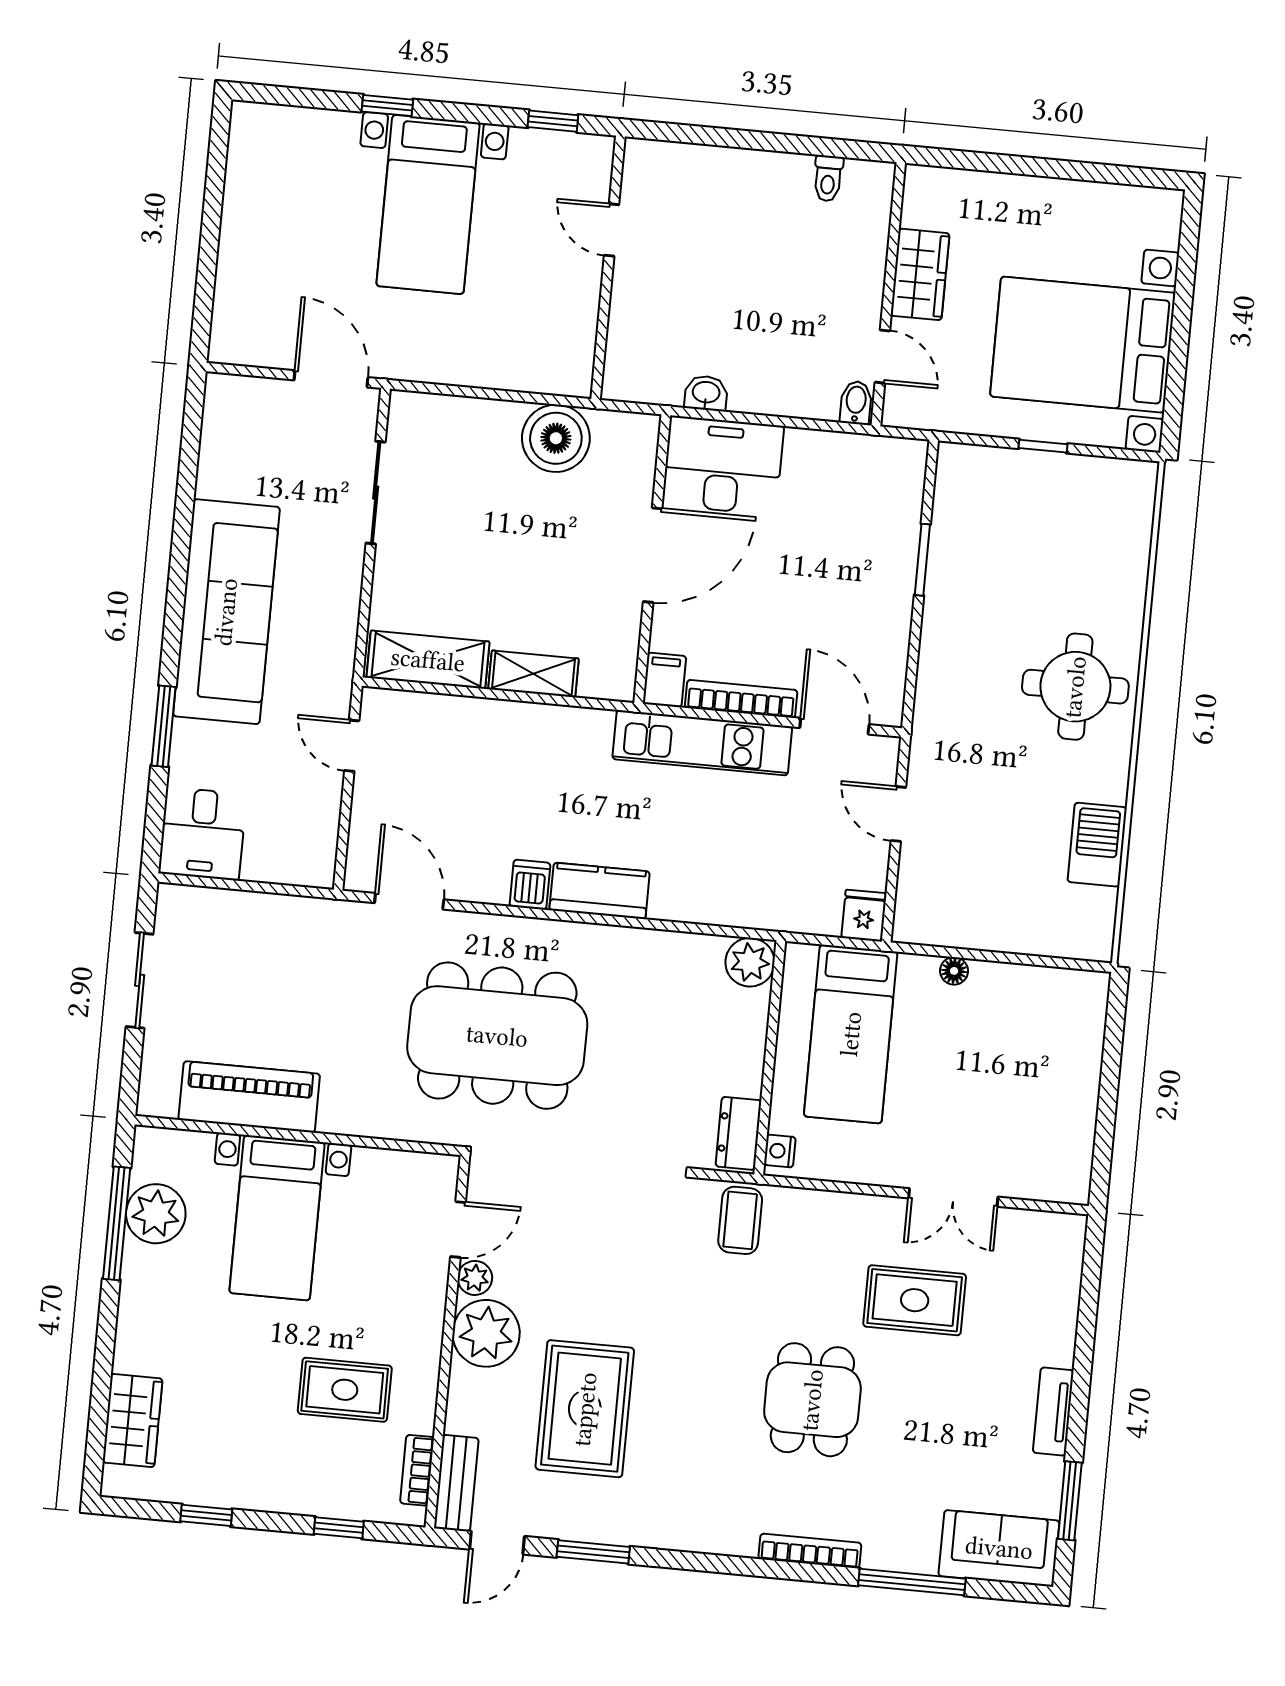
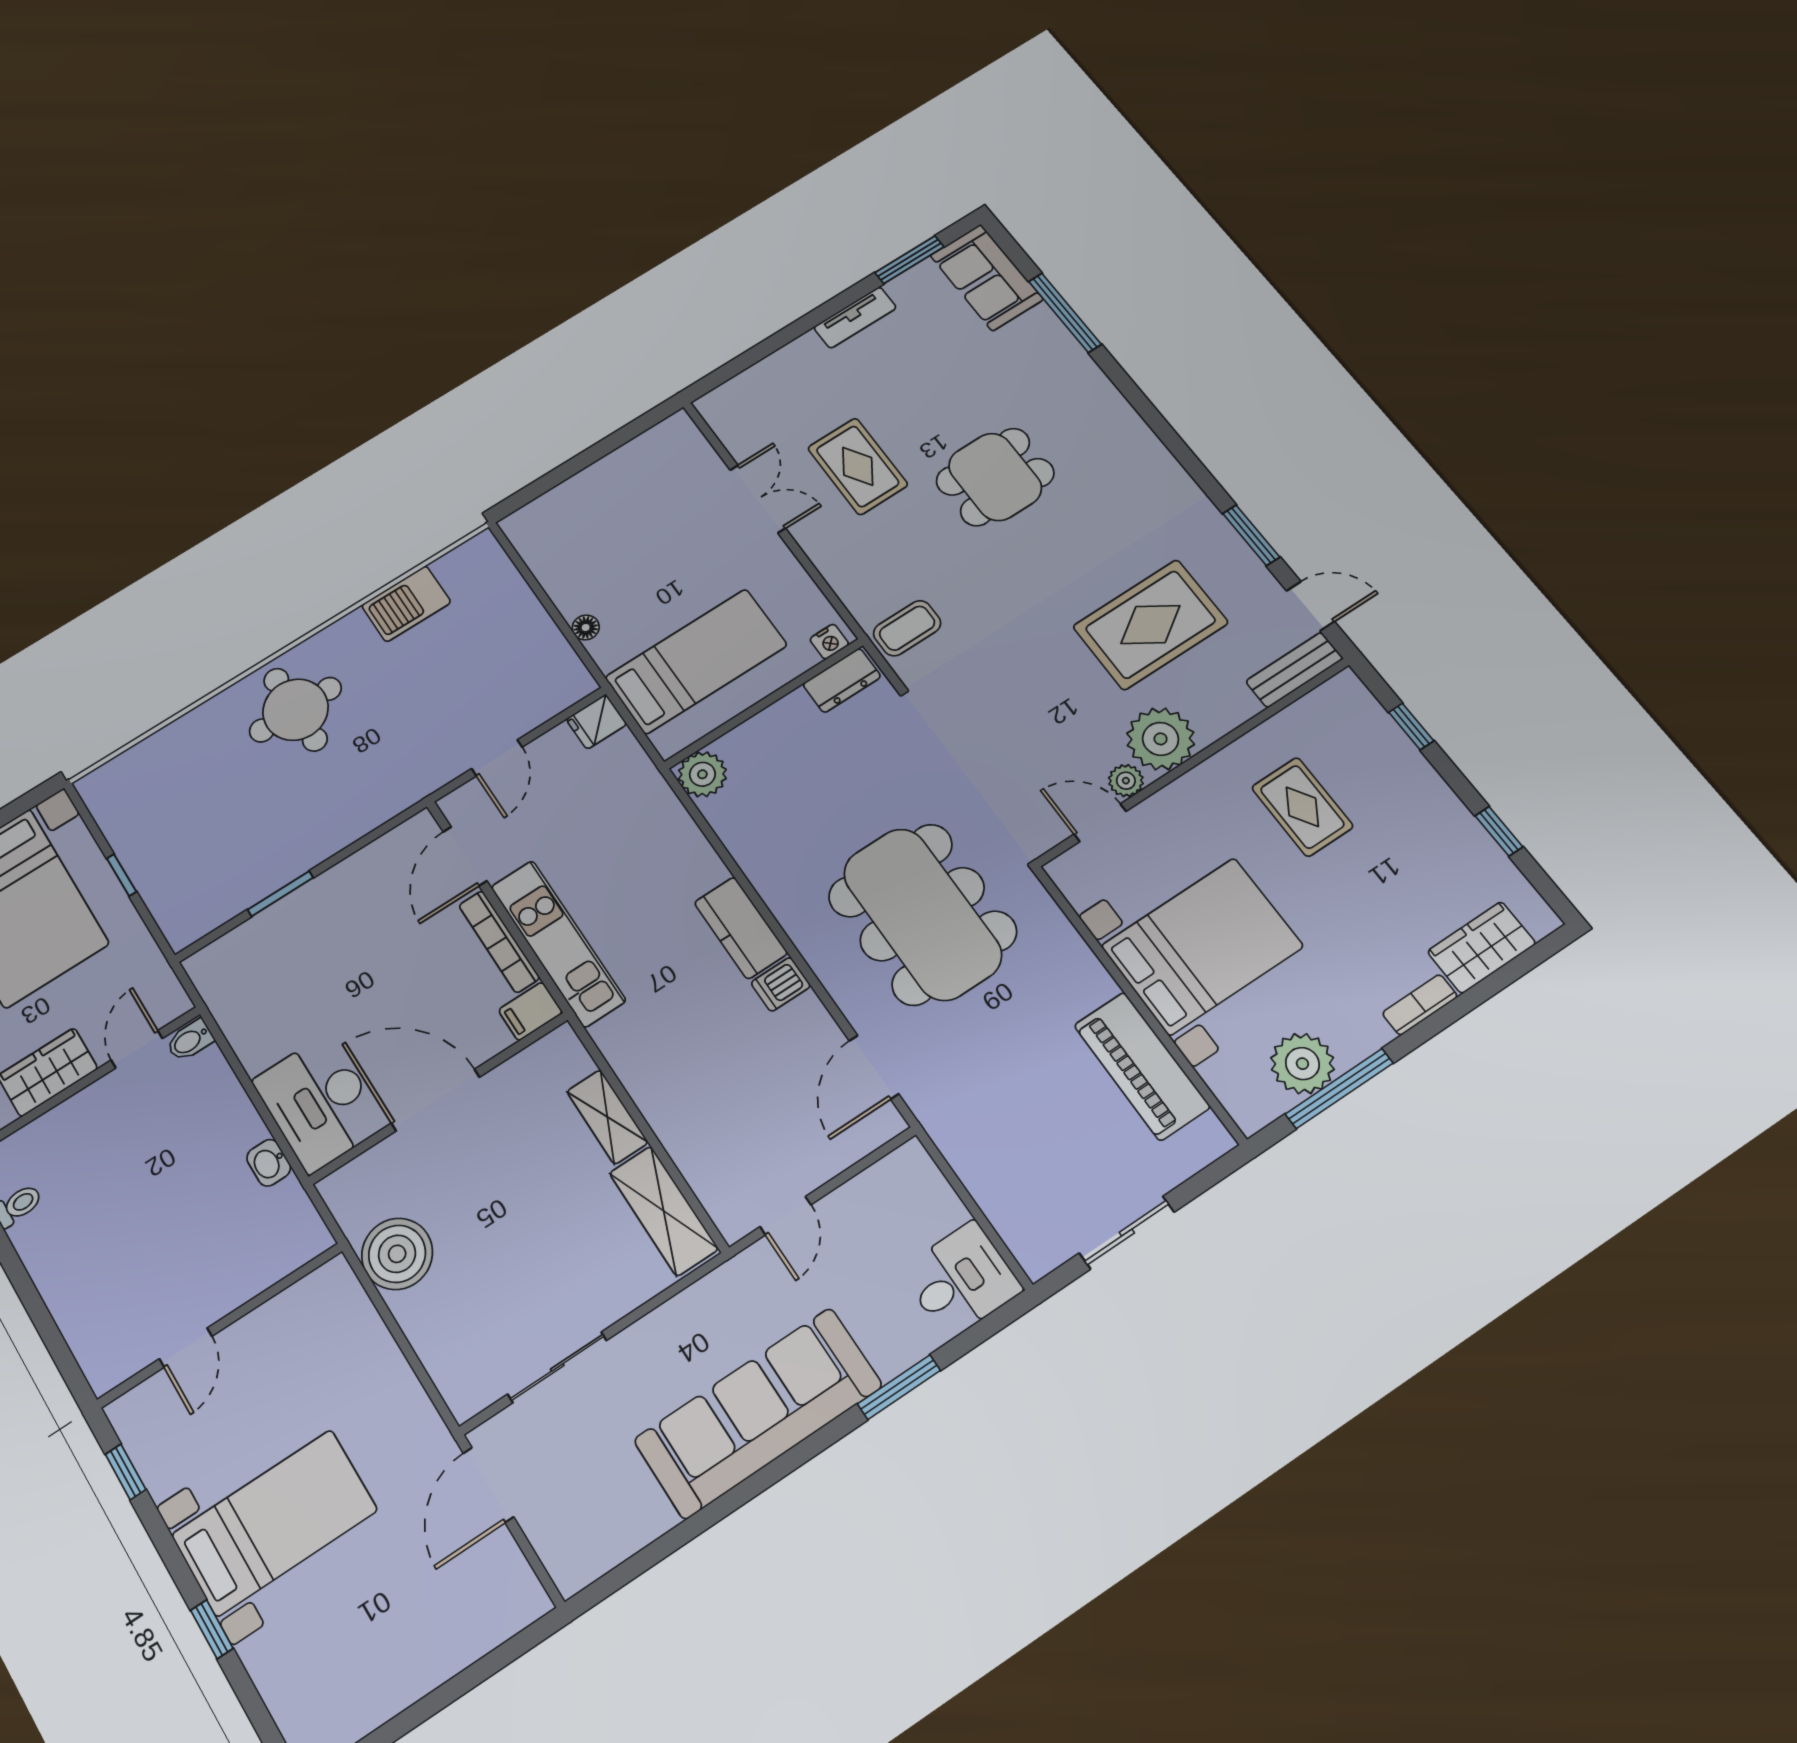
bed with nightstands: (277, 1218) -> (1202, 946), width x1.36
bookcase: (417, 1470) -> (1420, 1005), moved, turned 180
bookcase: (810, 1551) -> (1107, 394), removed

